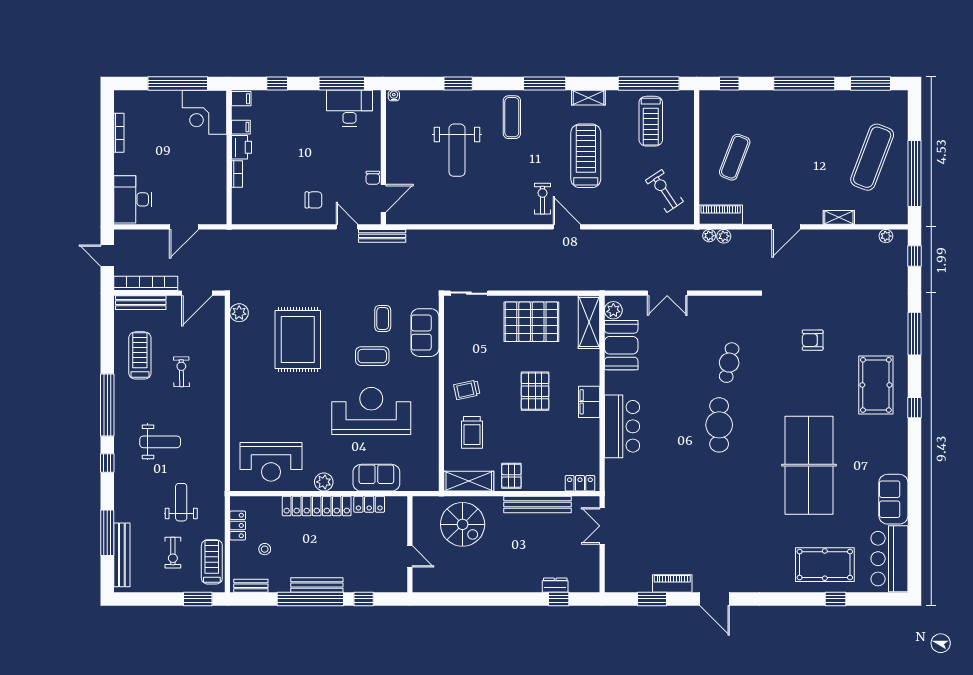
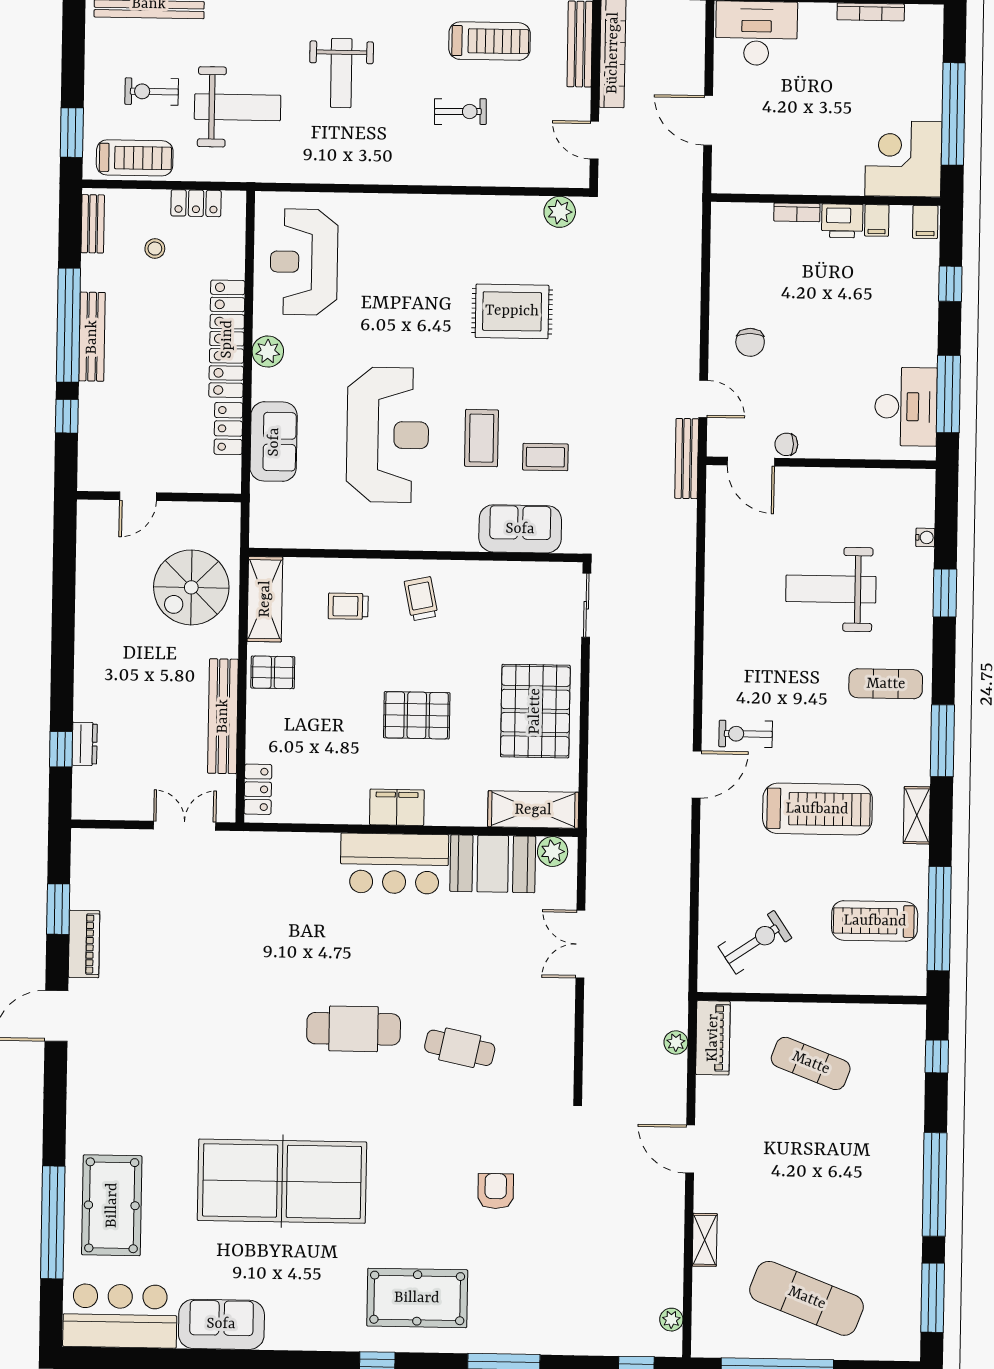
water cooler: (394, 96) -> (925, 537), moved
exercise bike: (543, 199) -> (746, 734), turned 180
door: (347, 227) -> (703, 399), hinge flipped
plant: (709, 236) -> (677, 1018), removed
door: (197, 293) -> (594, 140), width x0.73
rug: (298, 340) -> (512, 311), width x0.73, depth x0.69
bar counter: (622, 426) -> (394, 864), moved
trolley: (472, 432) -> (348, 606), width x0.73, depth x0.72
weight bench: (181, 502) -> (238, 107), width x1.36, depth x1.33
window: (835, 599) -> (53, 1222), width x3.17

